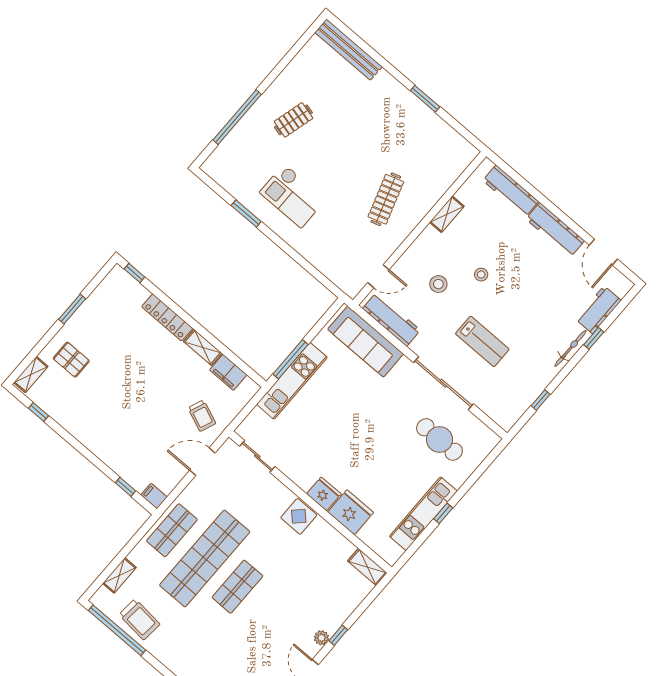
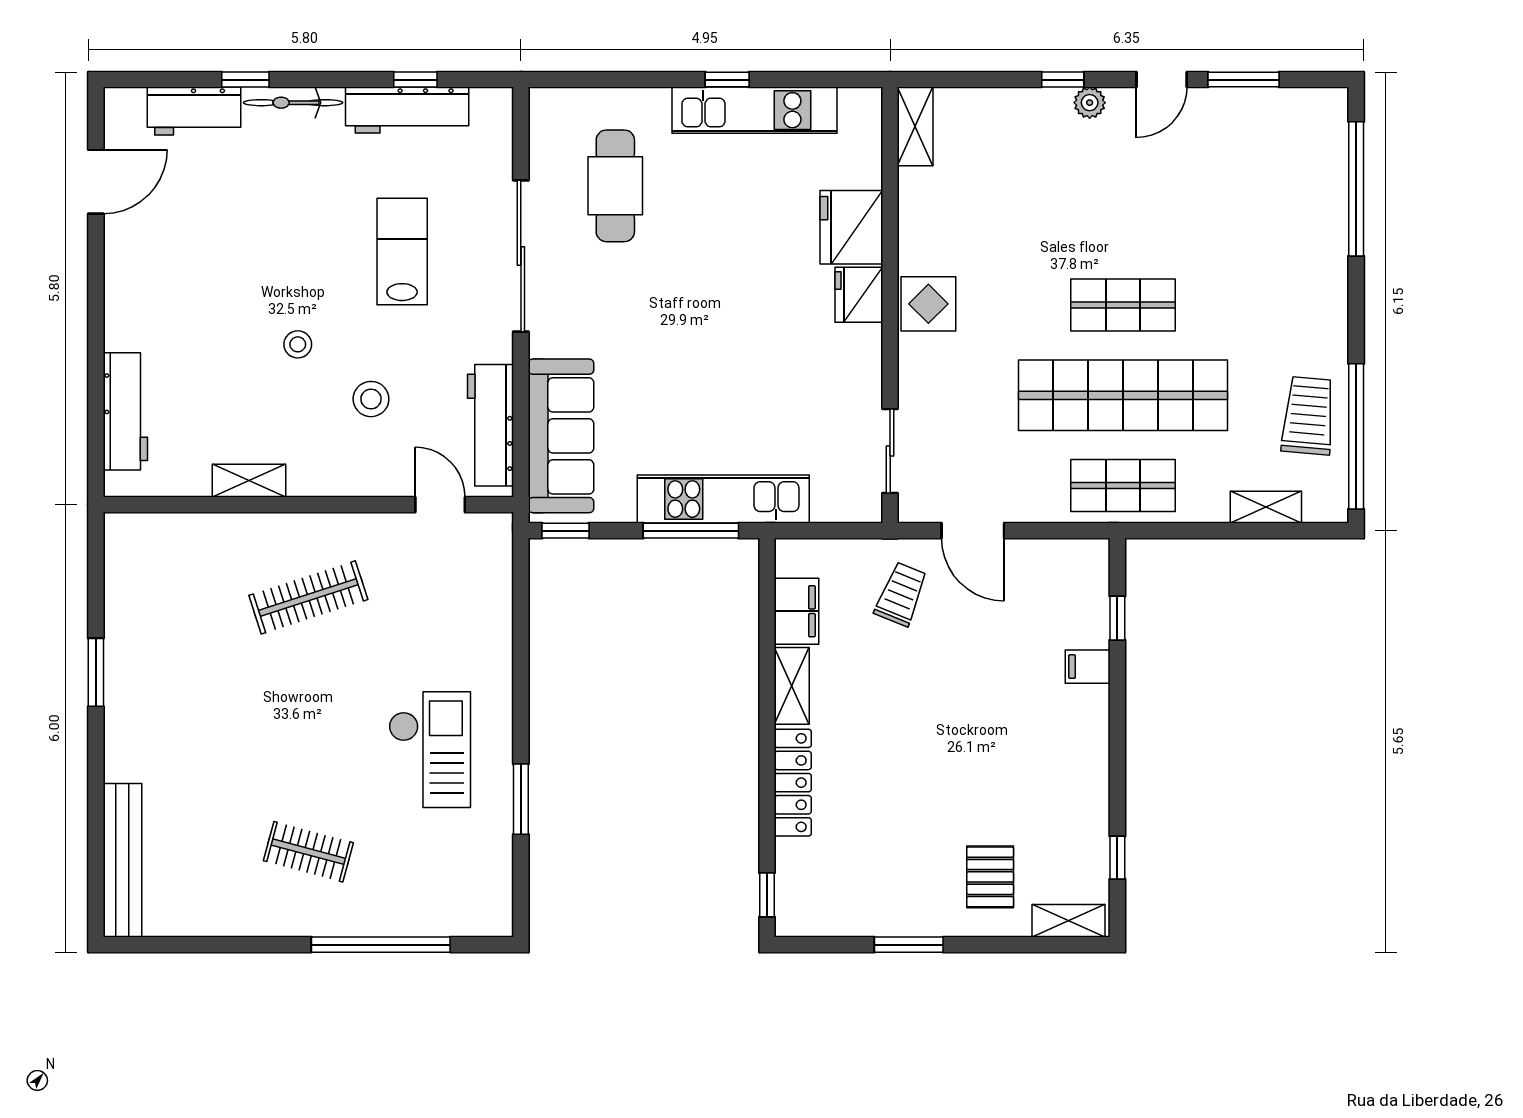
workbench: (555, 230) -> (407, 110), moved, turned 90
window: (330, 314) -> (565, 531), added
filing cabinet: (154, 496) -> (1088, 667), moved, turned 90

